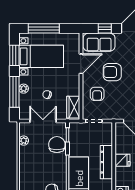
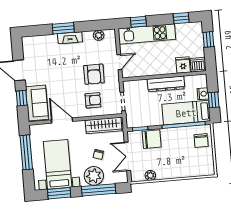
window: (44, 28) -> (26, 152), moved
armchair: (112, 72) -> (94, 74), moved
plant: (24, 89) -> (94, 176), width x1.87, depth x1.87
wardrobe: (73, 107) -> (104, 125), width x1.50
chair: (57, 145) -> (152, 139), turned 180
fridge: (123, 160) -> (183, 65), moved

